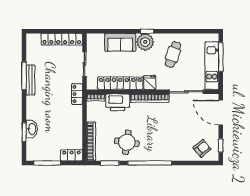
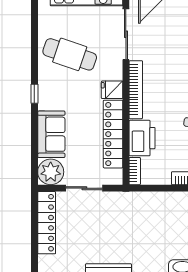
plant: (145, 42) -> (51, 172), moved
cafe table: (173, 54) -> (70, 54), width x1.37, depth x1.35
locker: (77, 94) -> (130, 199), removed

